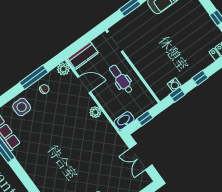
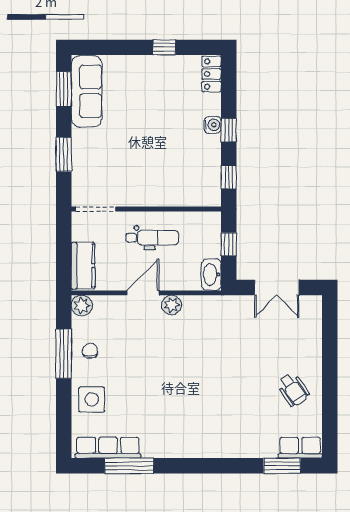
dental chair: (121, 79) -> (152, 238), turned 180
door: (84, 85) -> (143, 293), moved
water cooler: (174, 85) -> (213, 125), moved

